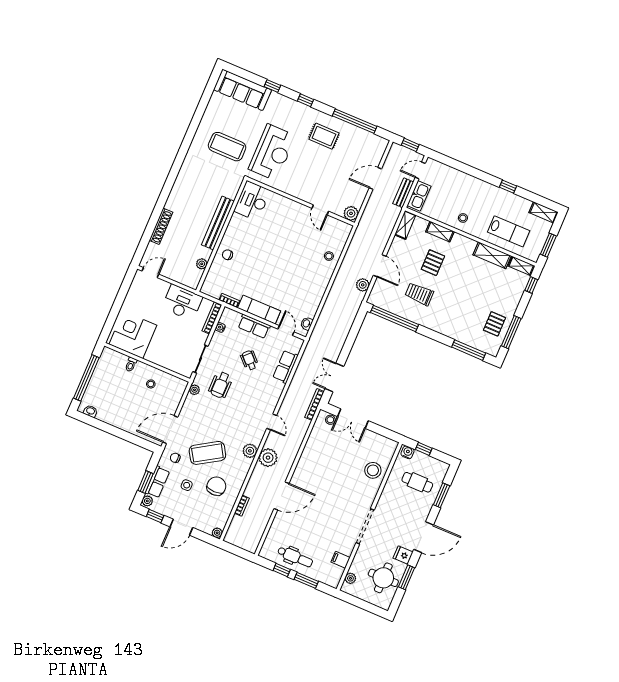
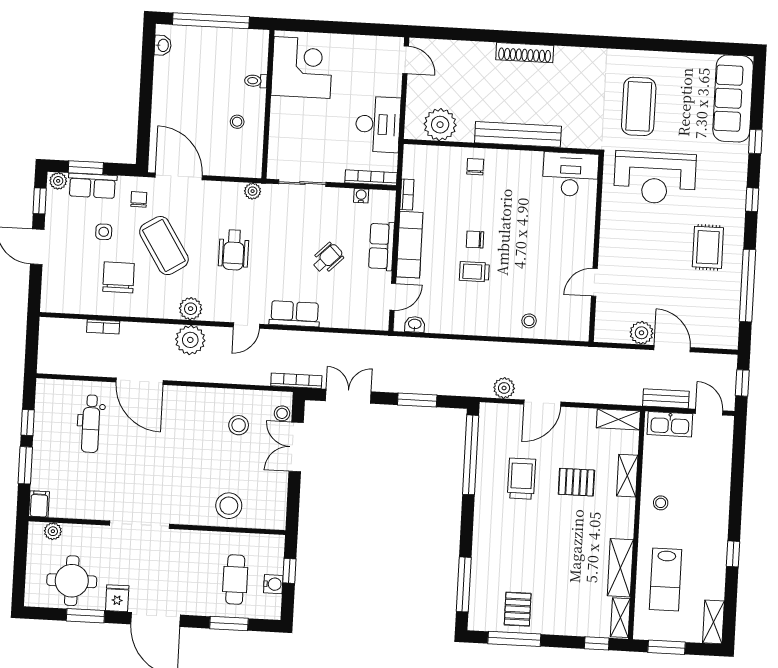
plant: (351, 213) -> (641, 333), moved
shoe rack: (161, 226) -> (525, 53), moved
plant: (202, 264) -> (440, 125), width x1.87, depth x1.87
chair: (270, 270) -> (475, 239), added
trolley: (289, 278) -> (474, 272), added
pallet: (495, 324) -> (518, 609), turned 90
window: (351, 338) -> (417, 400), added
row of seats: (285, 367) -> (295, 314), moved
wheelchair: (221, 385) -> (234, 250), moved, turned -90
stool: (328, 448) -> (239, 425), added
water cooler: (408, 452) -> (273, 584), moved
chair: (216, 486) -> (119, 277), turned -90
plant: (217, 533) -> (48, 304), removed
dental chair: (295, 557) -> (91, 424), moved
filing cabinet: (341, 560) -> (39, 504), moved

